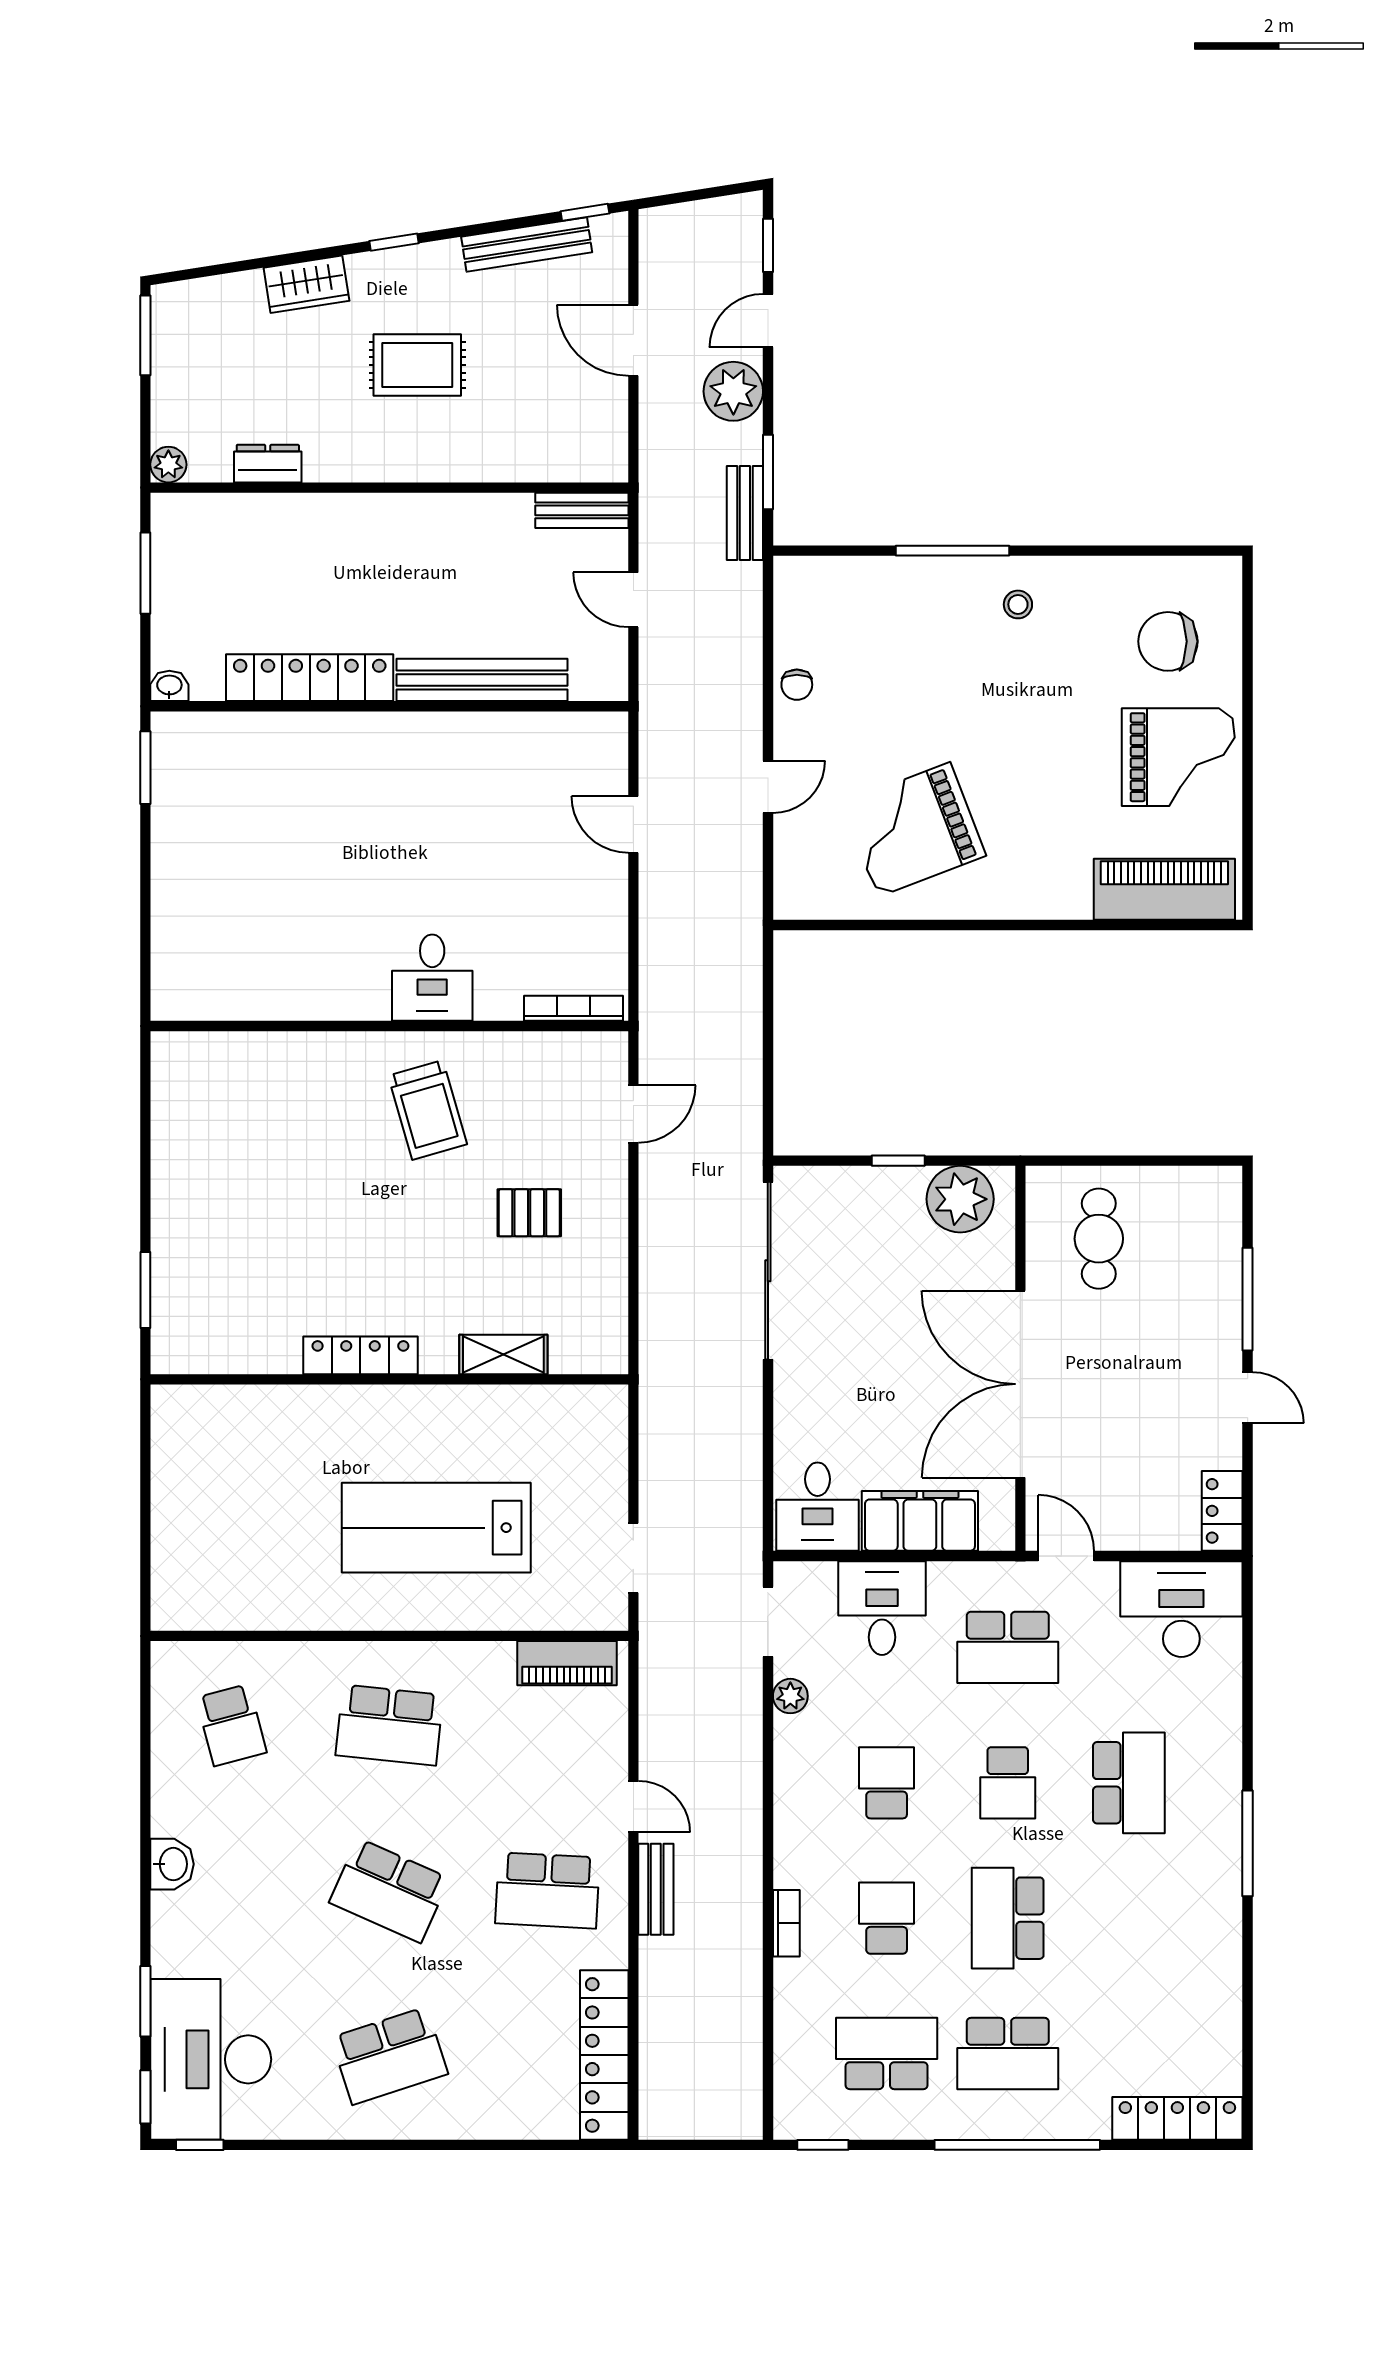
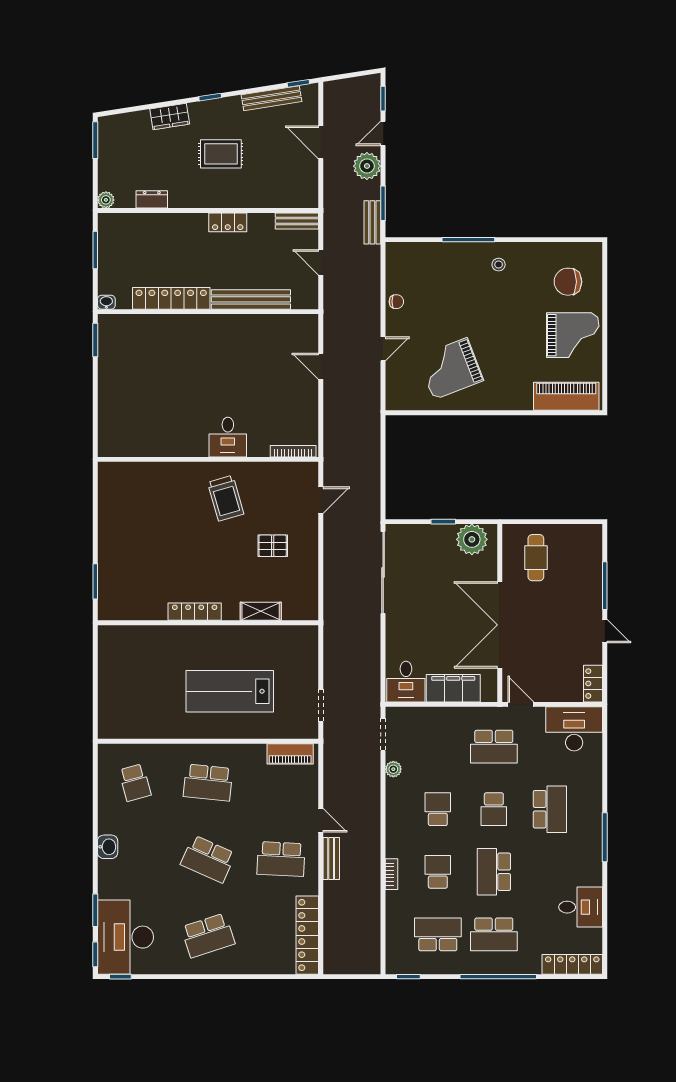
locker: (432, 513) -> (228, 222), added
chair: (797, 685) -> (396, 302), turned -90
desk: (882, 1608) -> (581, 907), moved, turned 90

